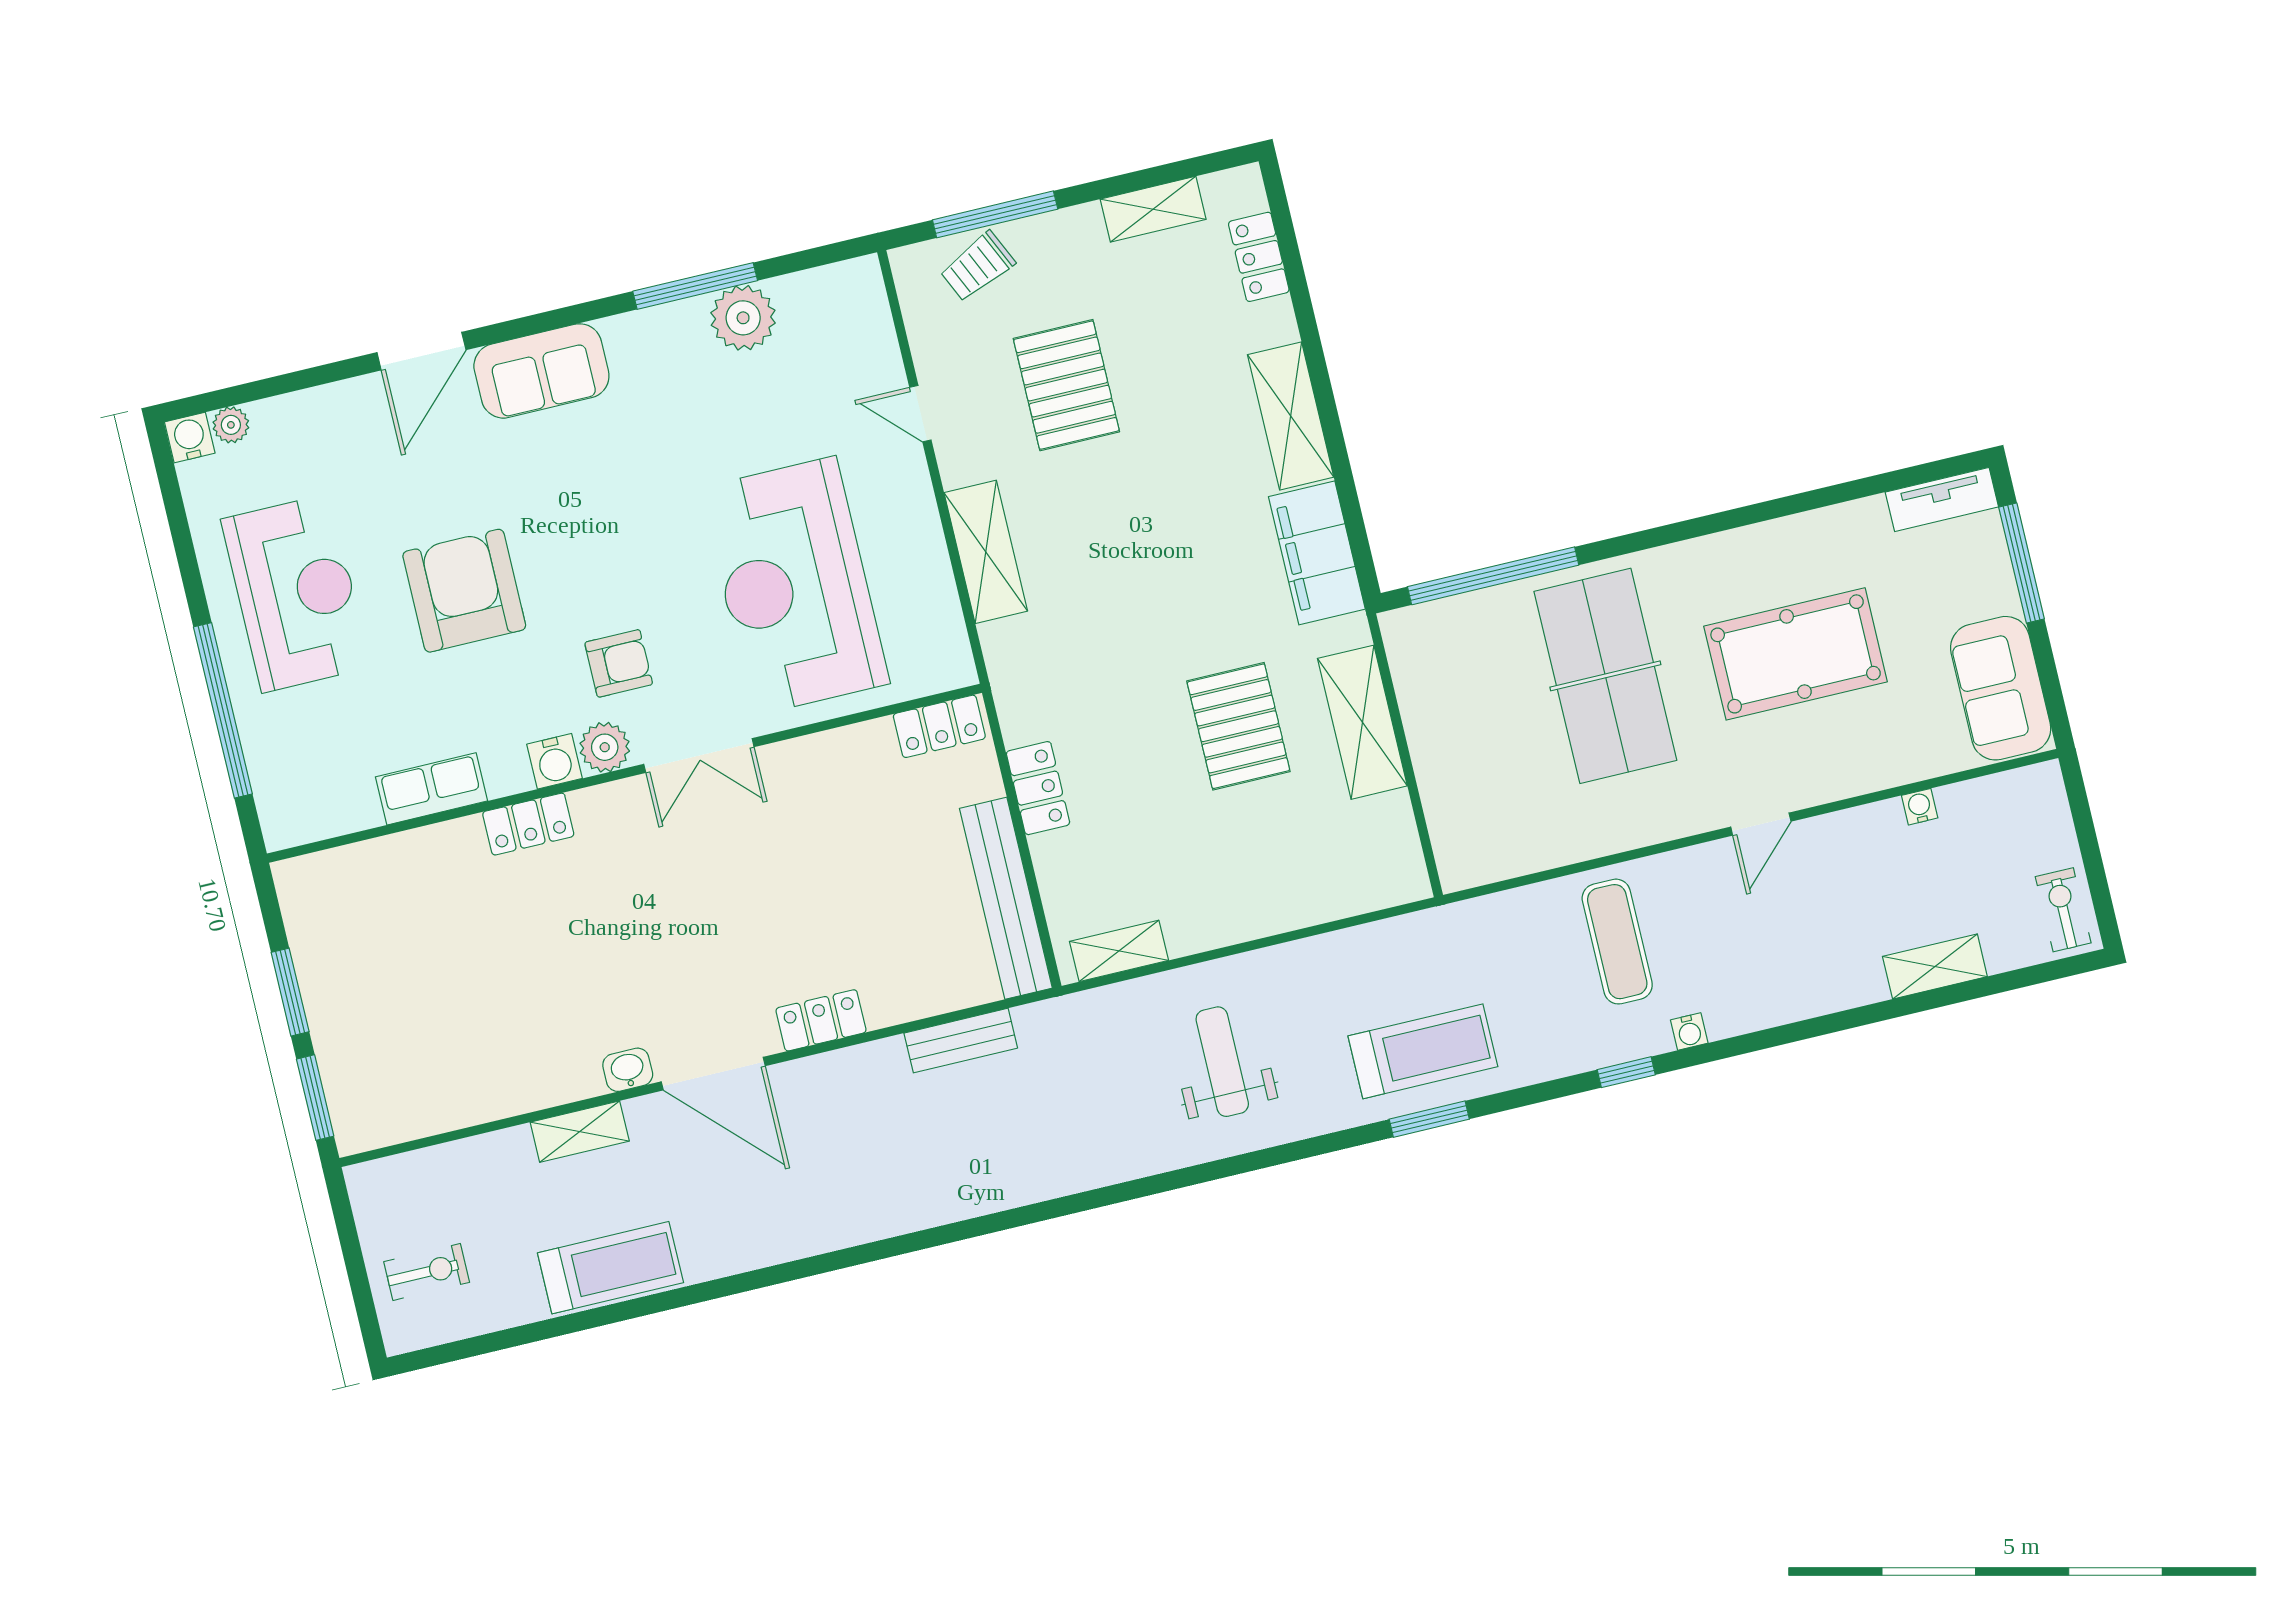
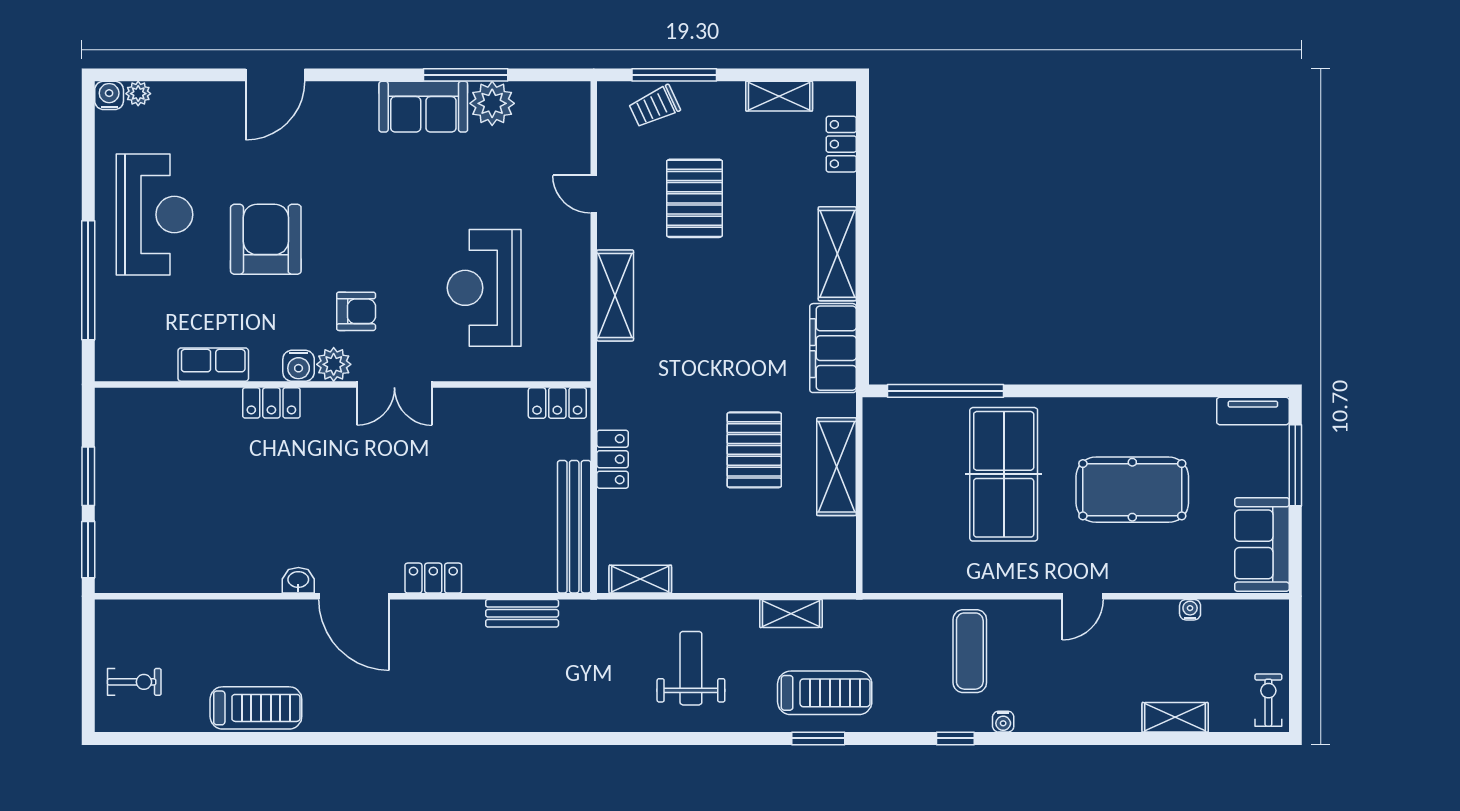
sofa: (541, 371) -> (423, 107), moved
reception desk: (795, 586) -> (484, 288), width x0.74, depth x0.77
shelving: (580, 1132) -> (791, 613), moved

